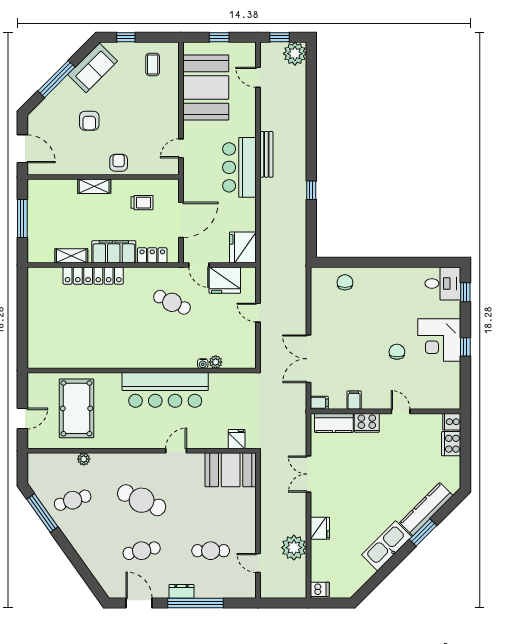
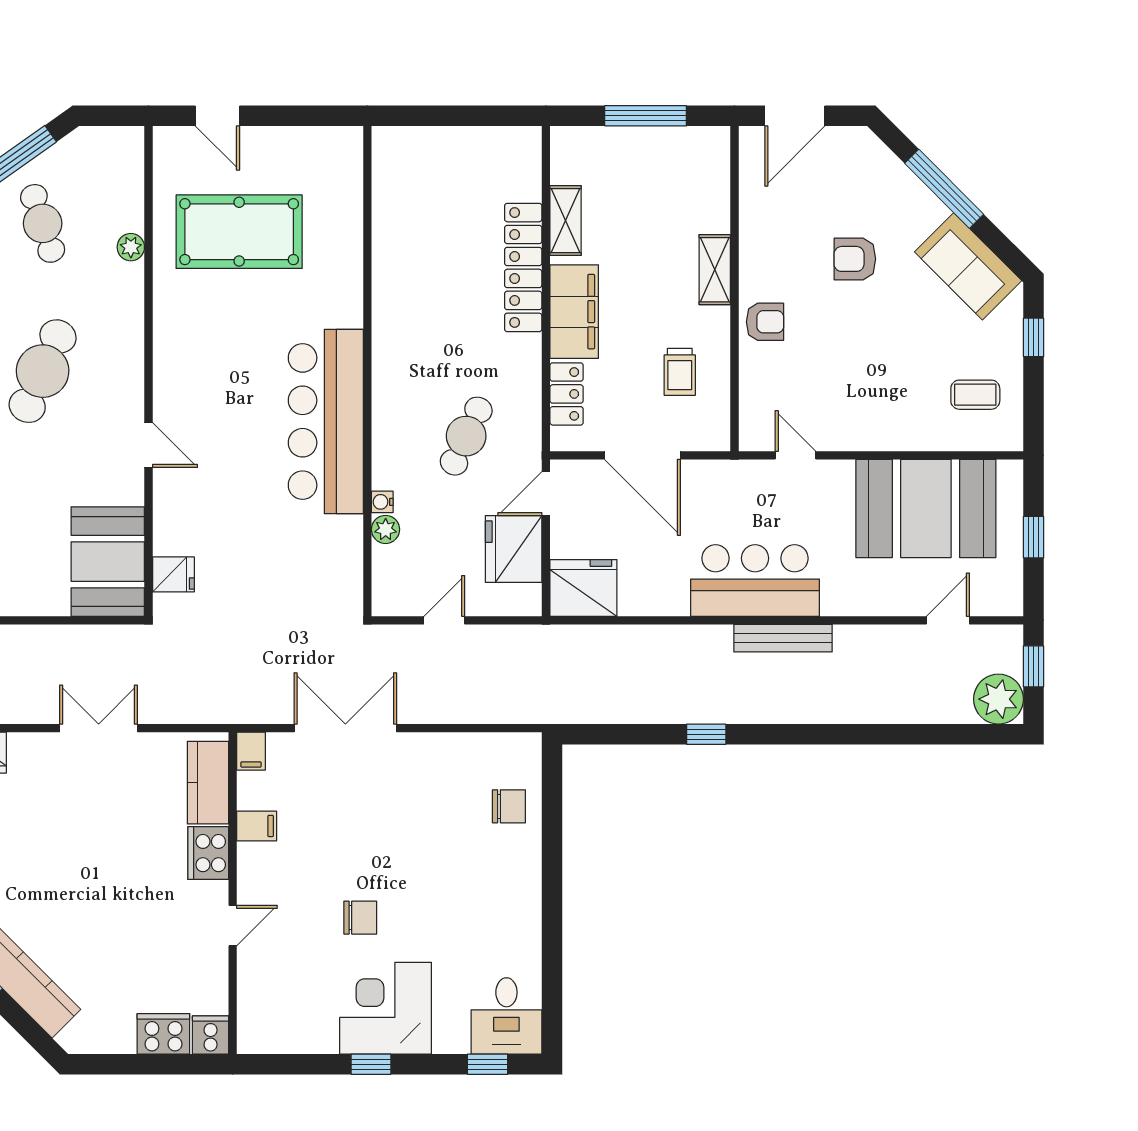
plant: (216, 362) -> (386, 529), moved
water cooler: (203, 364) -> (382, 502), moved
wall: (142, 370) -> (367, 371), moved
bar counter: (165, 390) -> (326, 422), moved

